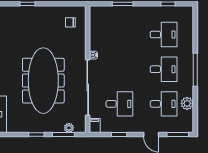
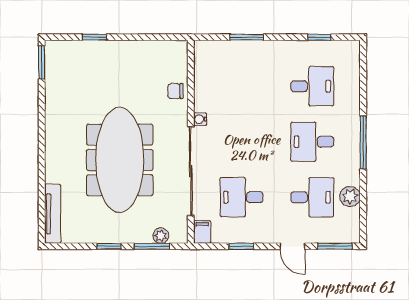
chair: (70, 22) -> (175, 91), moved
desk: (164, 69) -> (312, 142), turned 180
desk: (119, 104) -> (242, 197), turned 180

